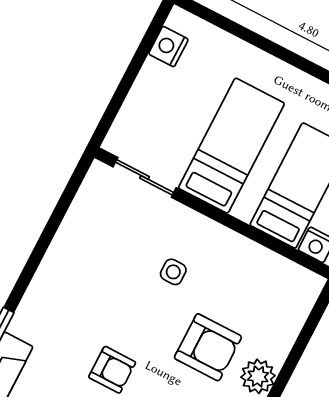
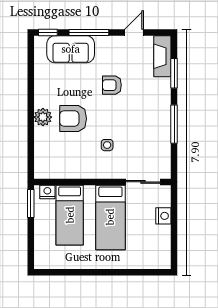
nightstand: (168, 47) -> (163, 216), moved
window: (41, 248) -> (174, 124), added

